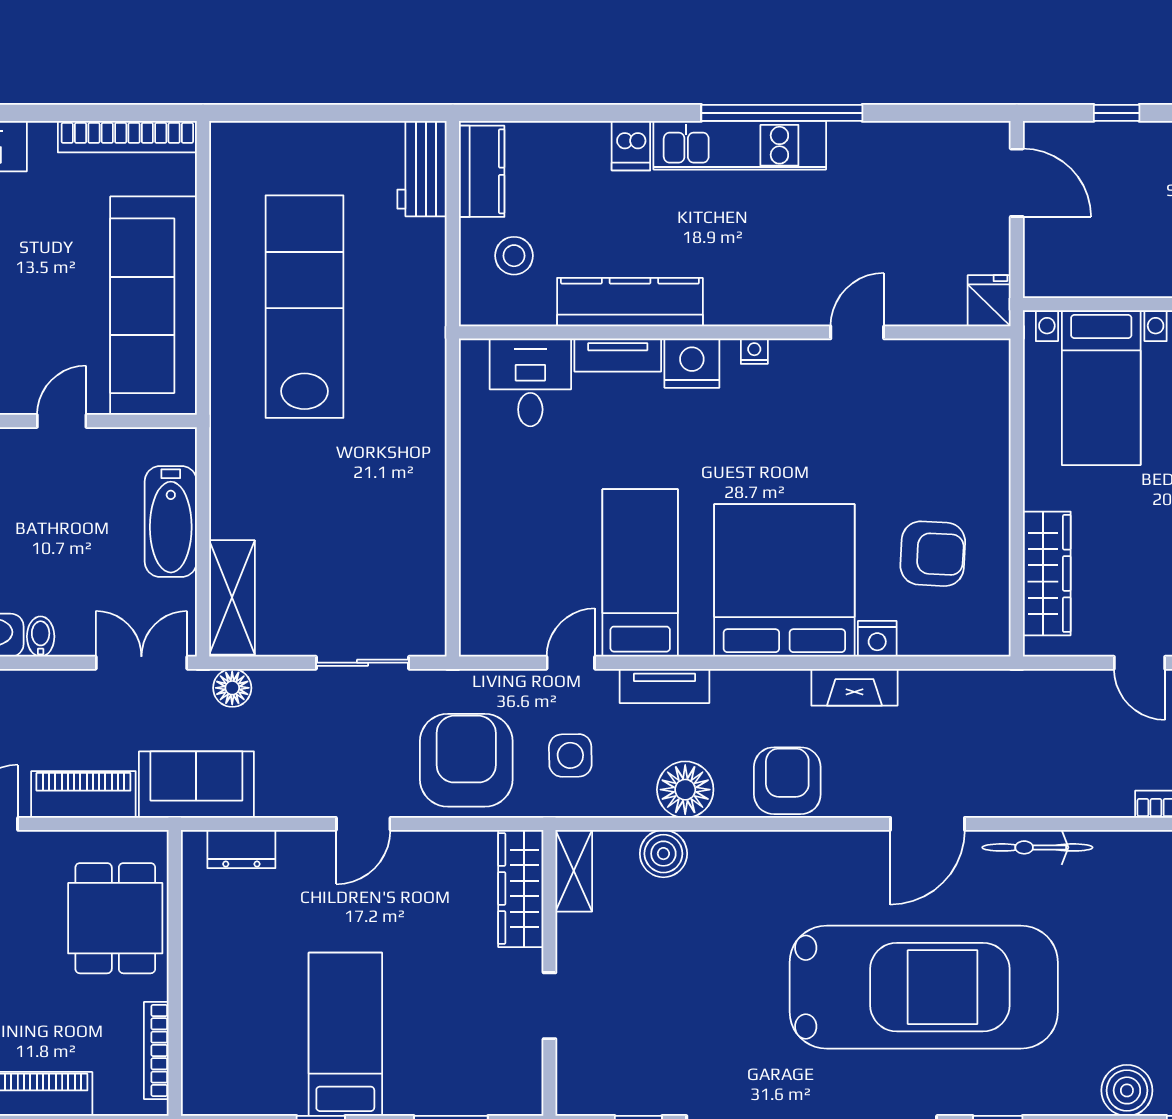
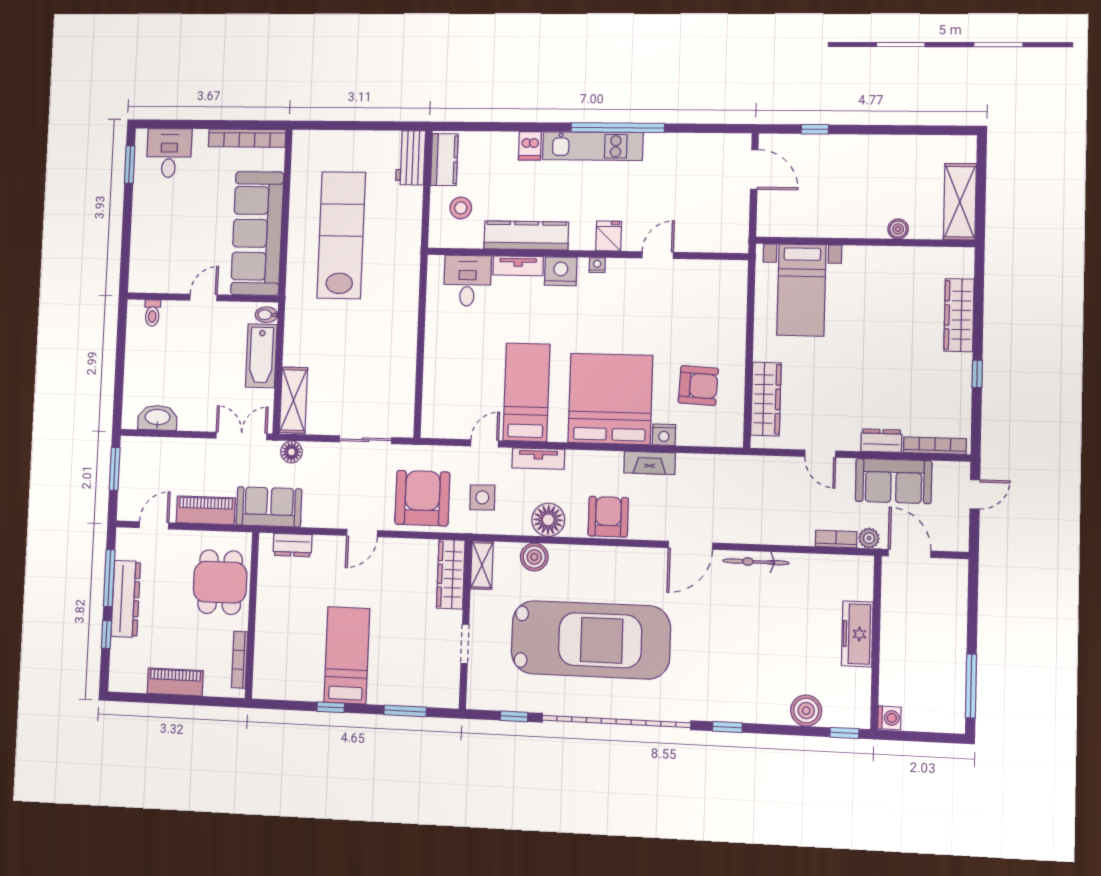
fridge: (989, 301) -> (609, 236), moved
bidet: (41, 637) -> (266, 315), moved, turned -90
car: (924, 987) -> (591, 640), moved

